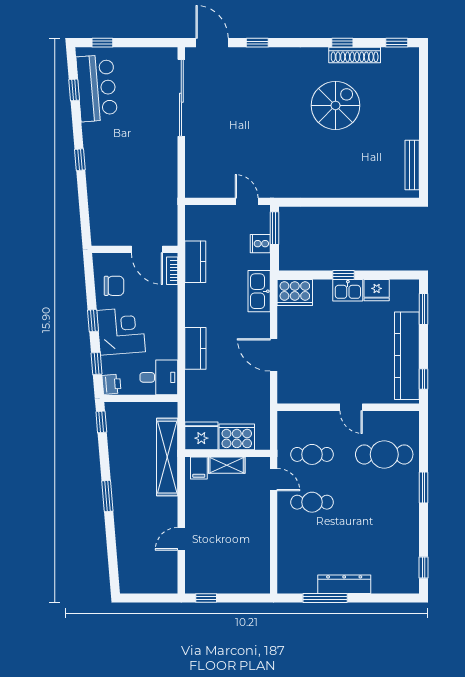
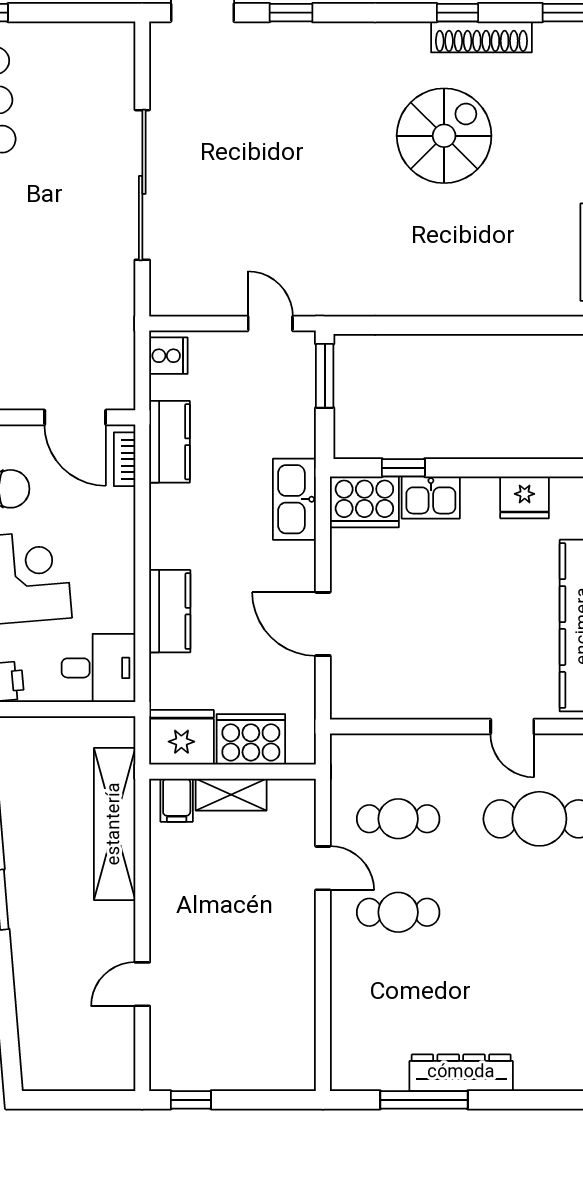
sliding door: (181, 98) -> (142, 185), moved
cooker: (260, 244) -> (168, 356), moved, turned 180
window: (344, 275) -> (403, 468), moved
kitchen sink: (348, 290) -> (431, 497), moved
door: (351, 407) -> (512, 726), moved
fridge: (201, 436) -> (181, 737), moved
cooker: (237, 437) -> (251, 739), moved
wall: (227, 453) -> (233, 772), moved
shelving: (227, 465) -> (231, 795), moved
filing cabinet: (199, 468) -> (177, 800), moved

